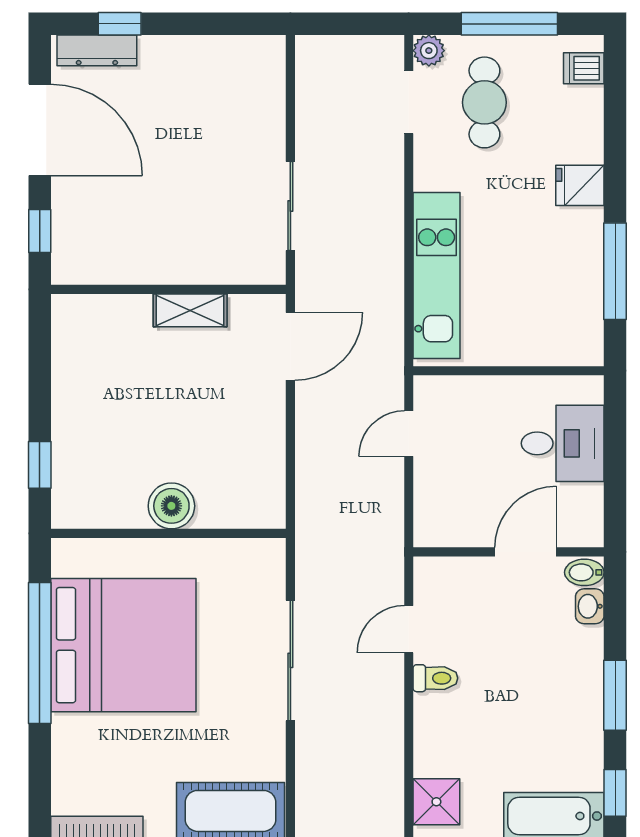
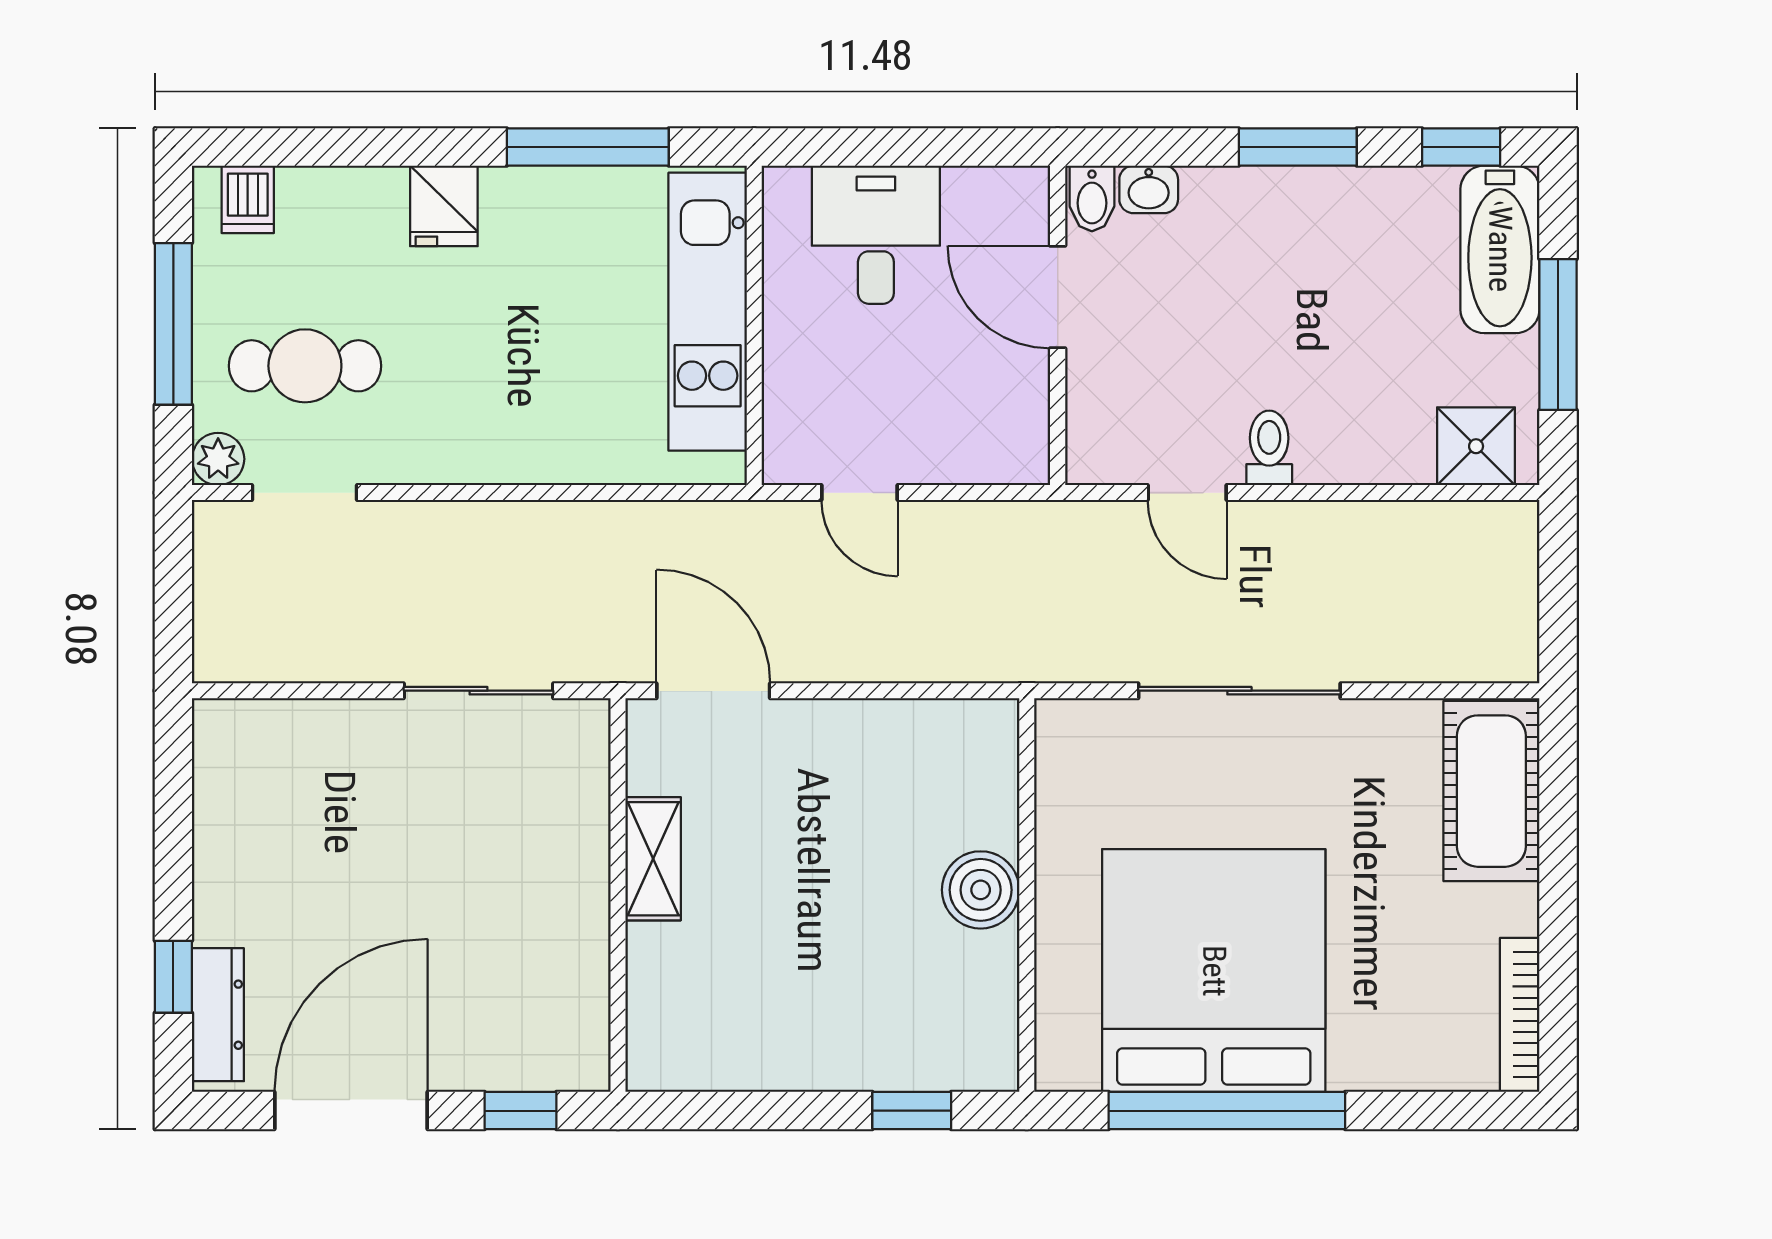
kitchen unit: (437, 276) -> (708, 312), moved, turned -90

